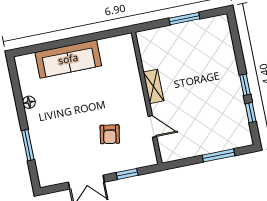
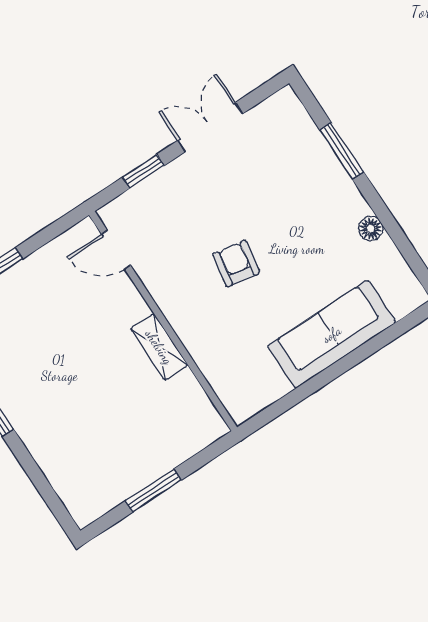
door: (152, 126) -> (116, 250), moved
armchair: (110, 134) -> (236, 264), moved

